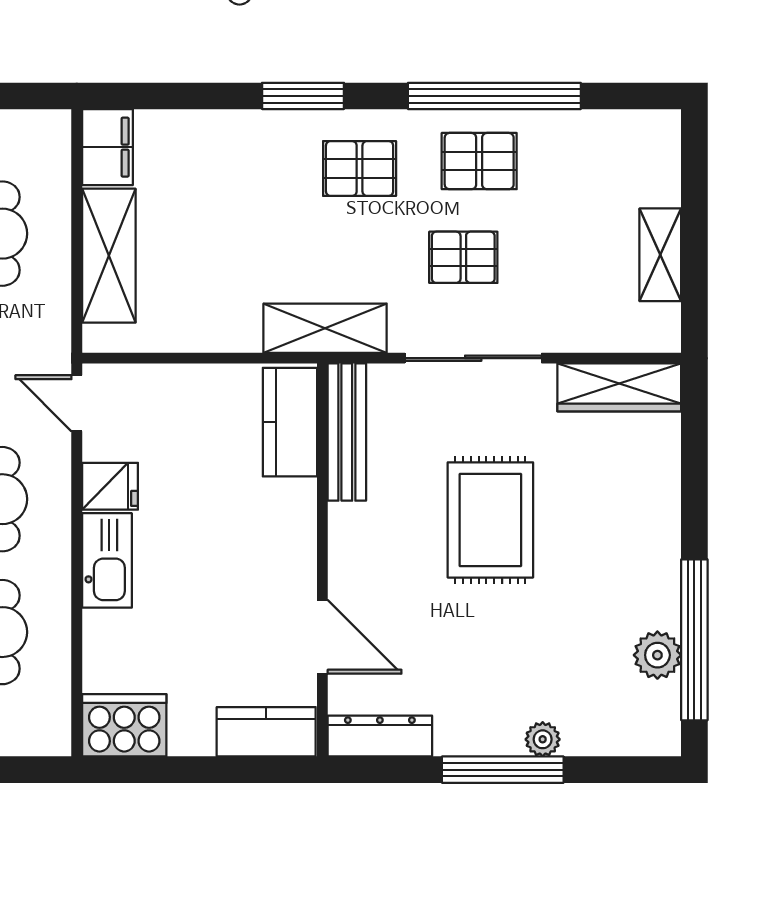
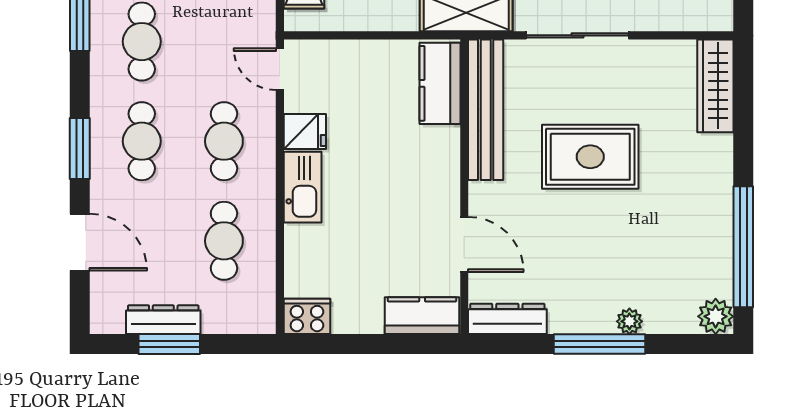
wardrobe: (619, 387) -> (715, 86), moved, turned 90
bench: (347, 432) -> (486, 110), width x1.37, depth x1.21
rug: (490, 520) -> (590, 157), turned 90
plant: (657, 655) -> (716, 316), moved
cooker: (124, 725) -> (307, 316), width x0.73, depth x0.76

